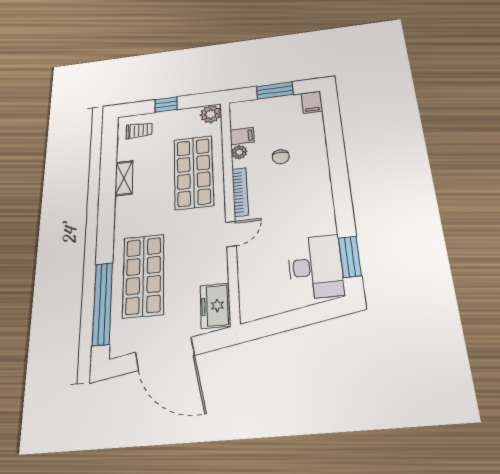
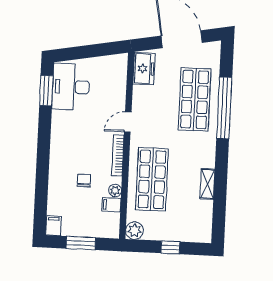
trolley: (139, 130) -> (194, 226), removed
window: (102, 303) -> (224, 108), moved

